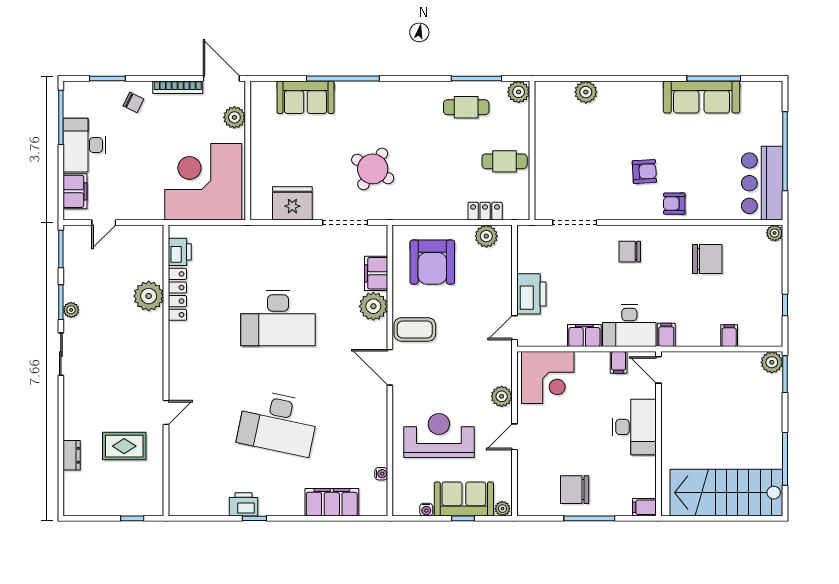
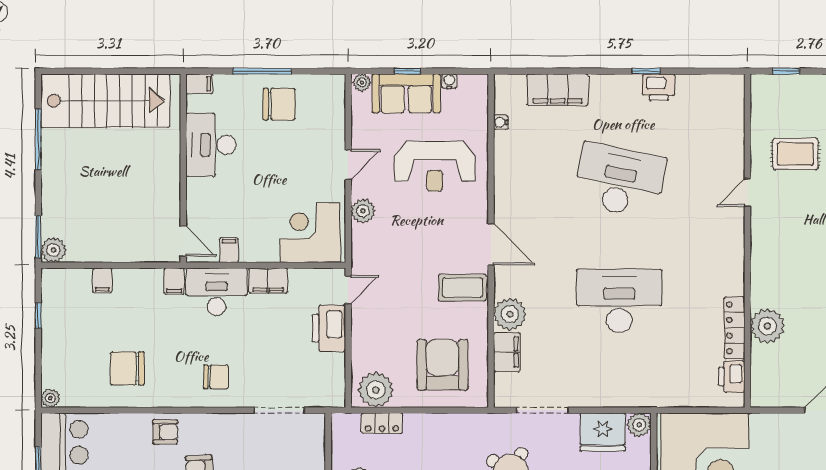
plant: (261, 210) -> (639, 425), added
plant: (486, 236) -> (376, 390), width x1.36, depth x1.36
desk: (634, 427) -> (211, 145), moved

